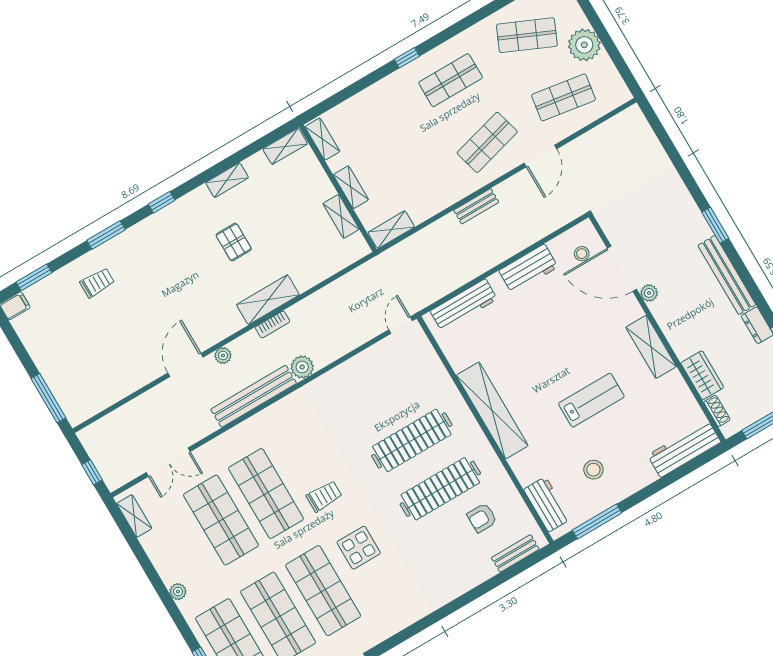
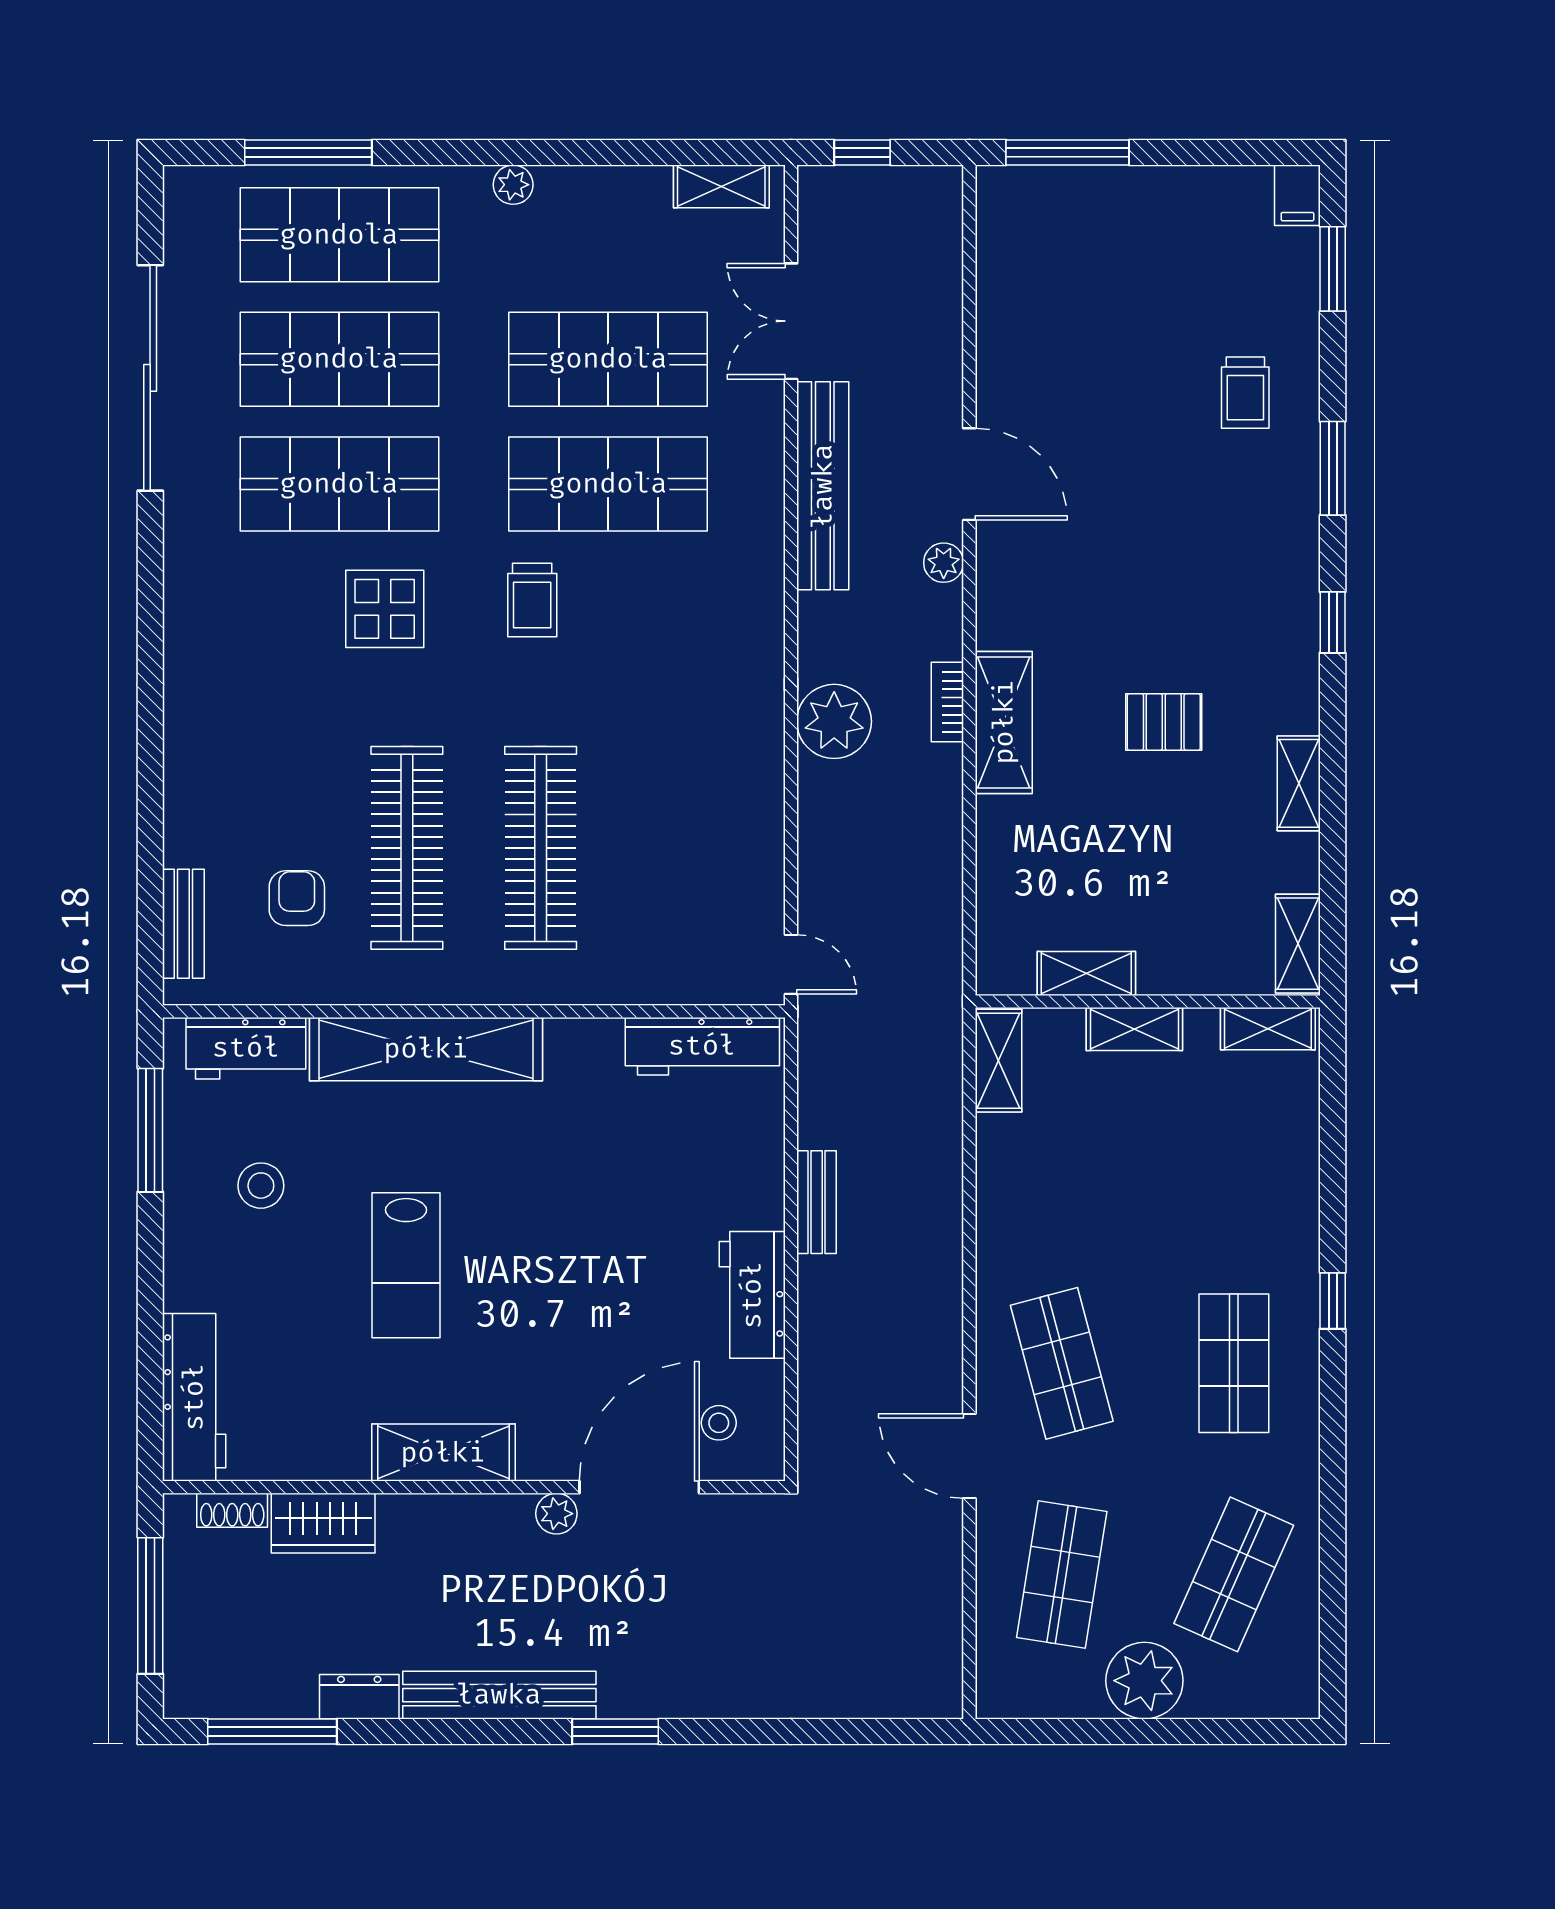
bench: (476, 206) -> (817, 1202), moved
workbench: (464, 305) -> (702, 1046), moved, turned -90
plant: (302, 367) -> (834, 721), width x1.36, depth x1.36
bench: (254, 396) -> (823, 486), moved
shelving: (492, 410) -> (426, 1049), moved

